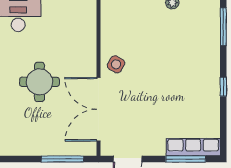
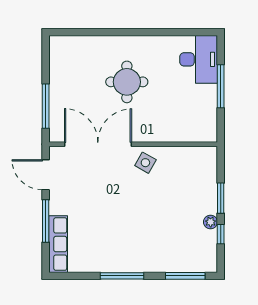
window: (223, 87) -> (122, 276), width x2.17
window: (186, 159) -> (46, 221), moved

